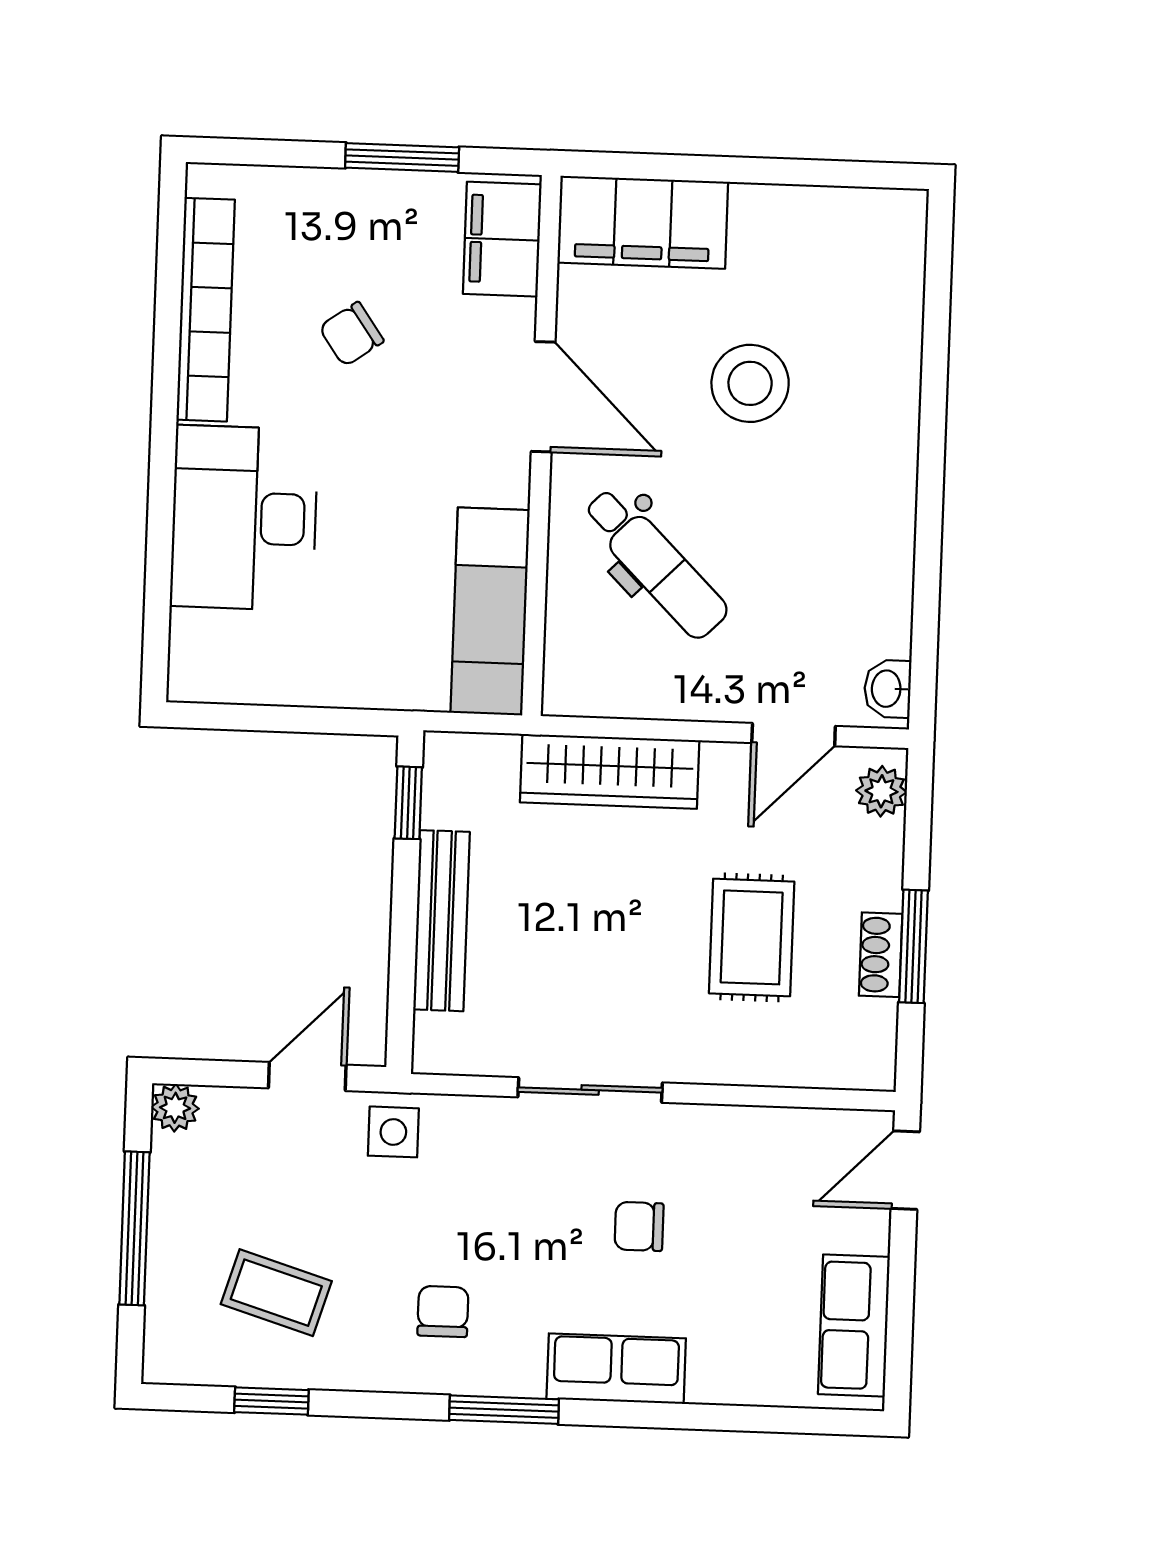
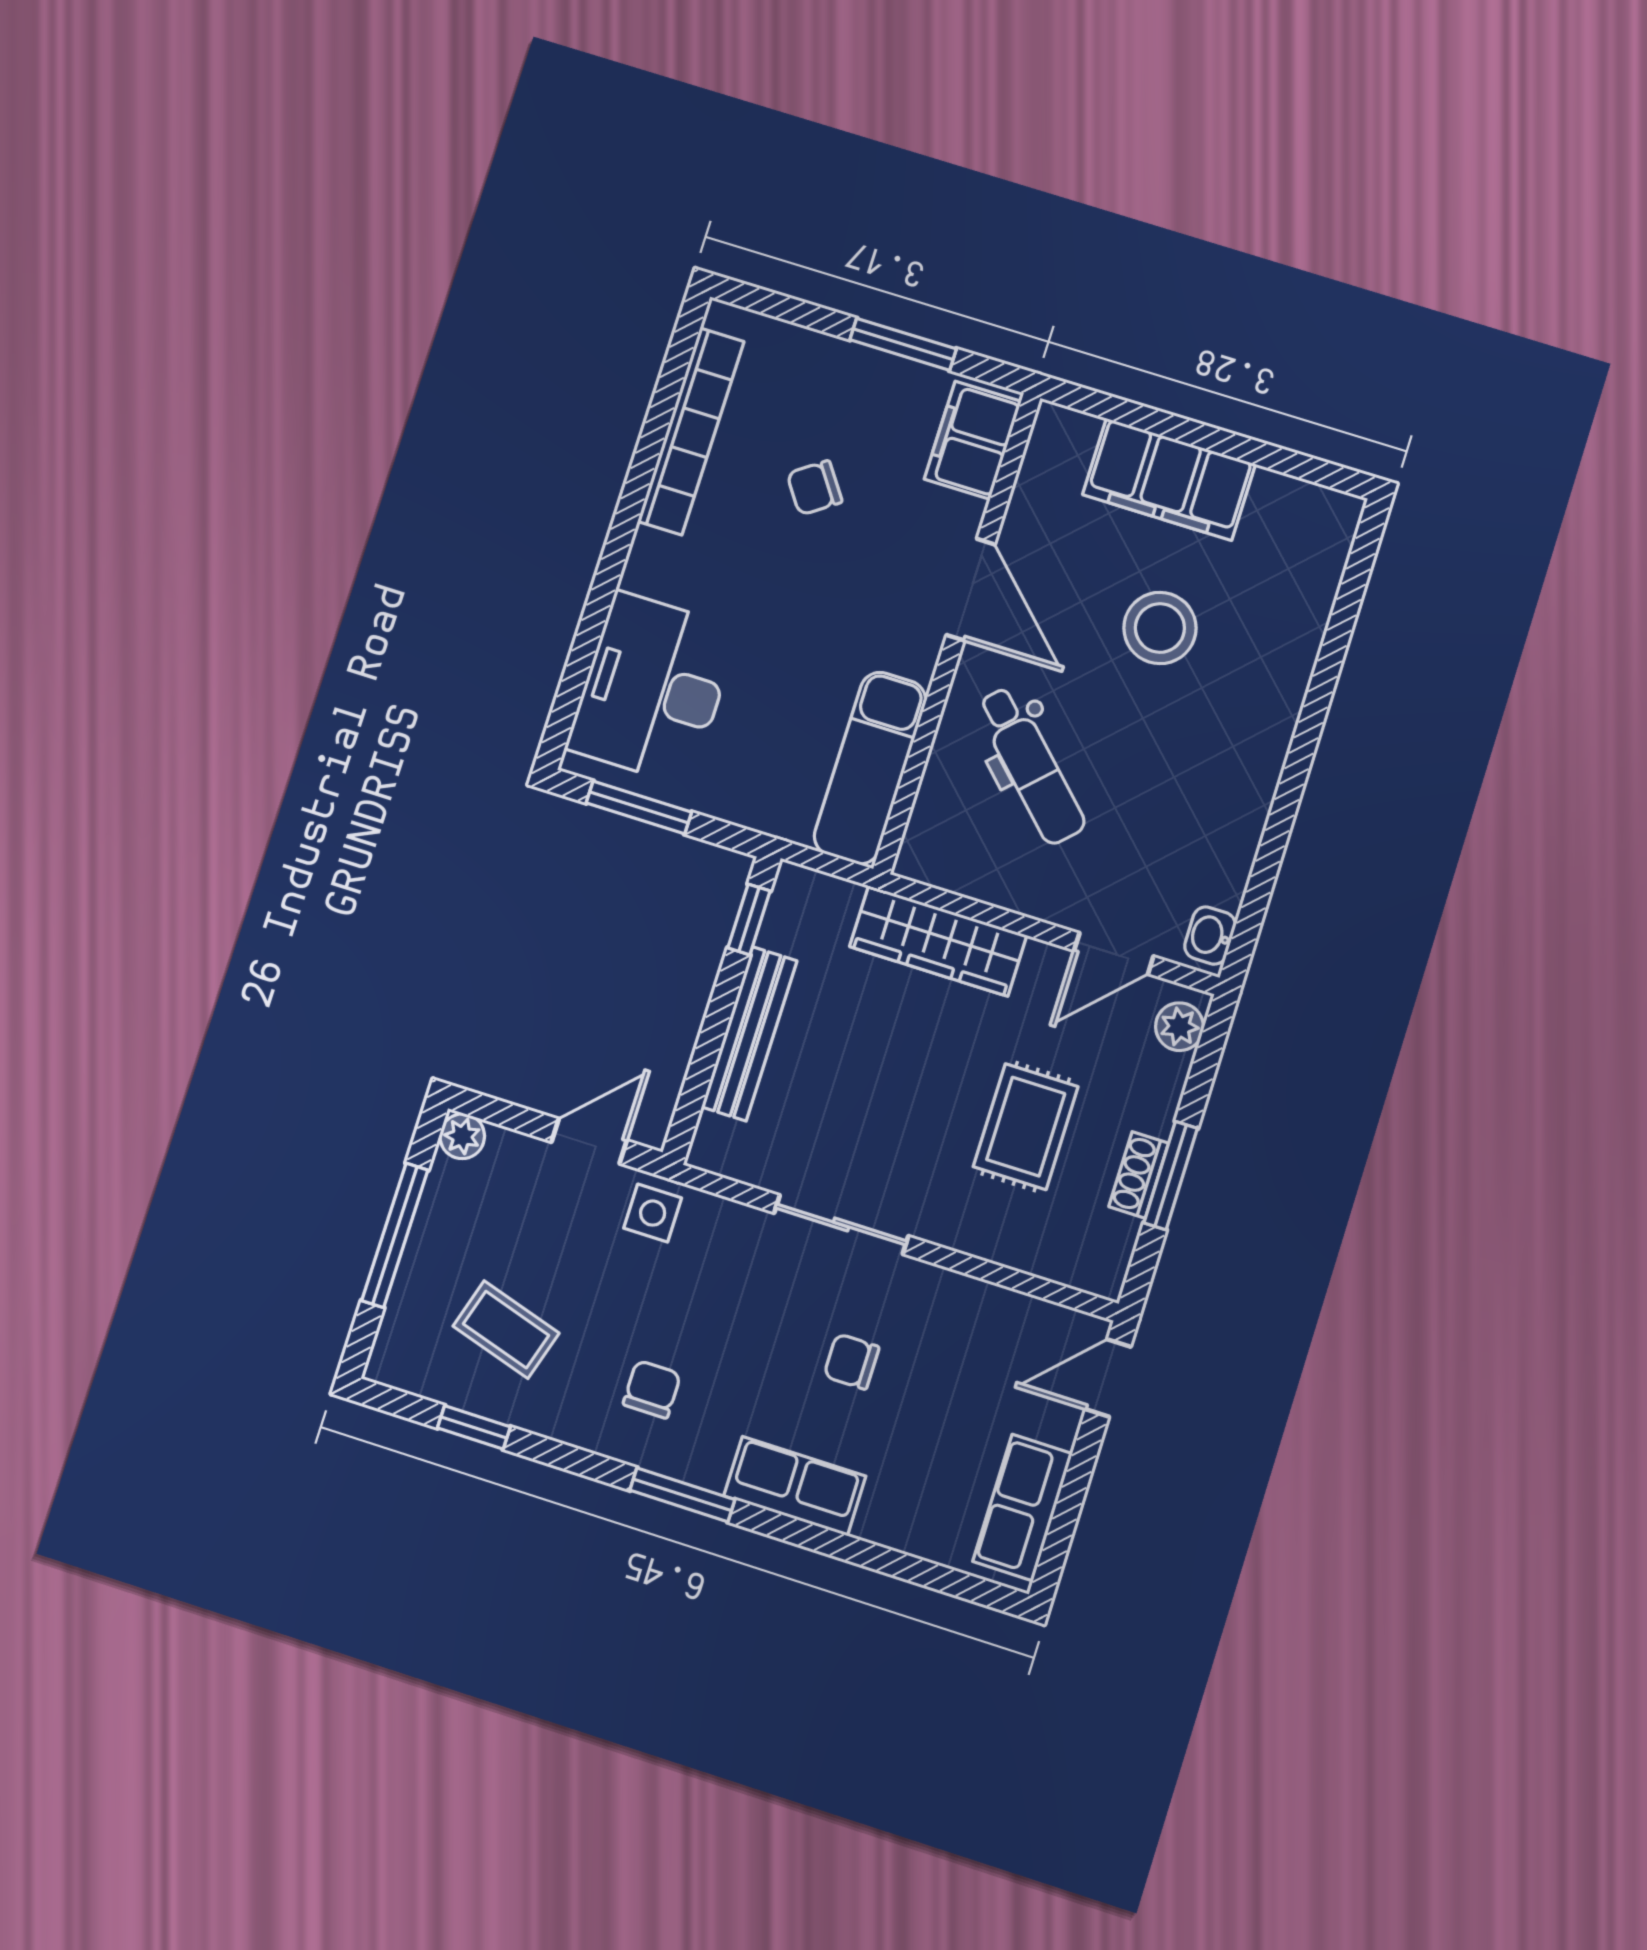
filing cabinet: (643, 222) -> (1169, 479), moved
desk: (244, 518) -> (653, 688), moved
window: (262, 718) -> (639, 807), added

